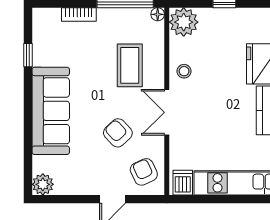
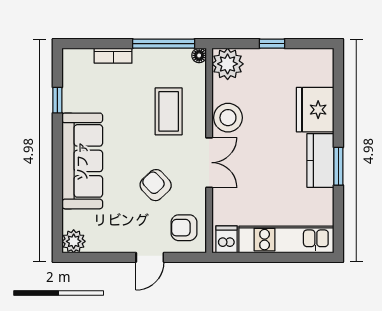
stool: (184, 71) -> (228, 118), width x1.89, depth x1.89
double door: (167, 112) -> (209, 163), swing flipped
armchair: (144, 172) -> (184, 228), turned -65

